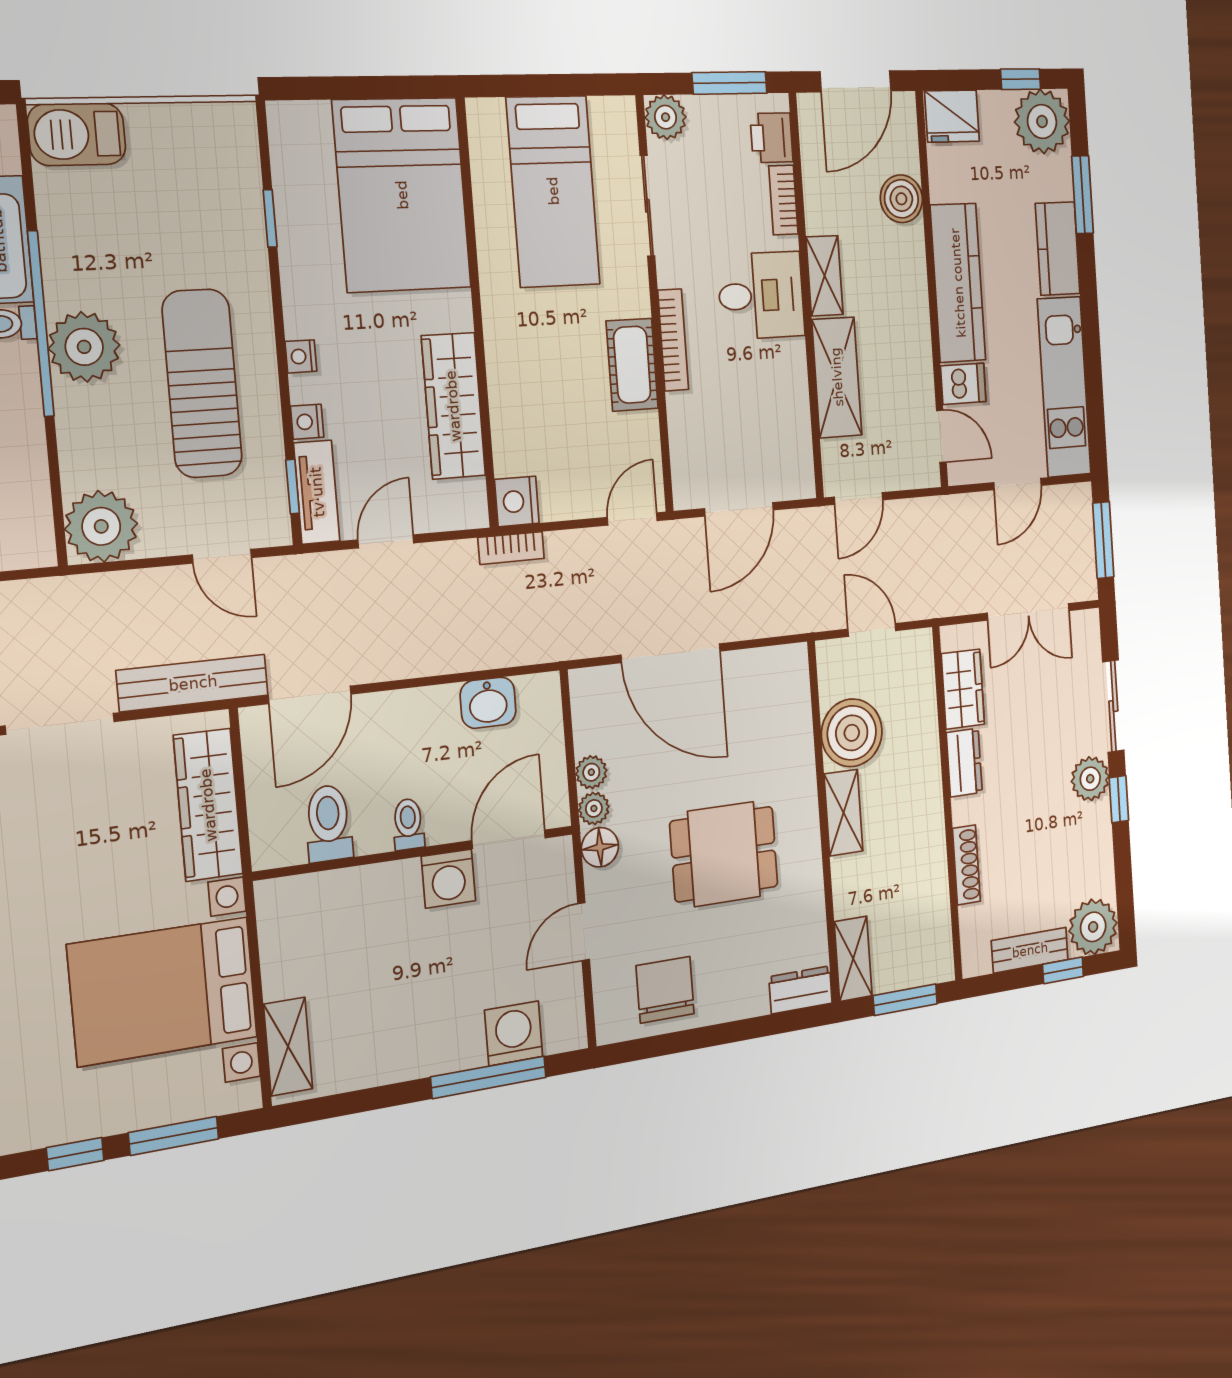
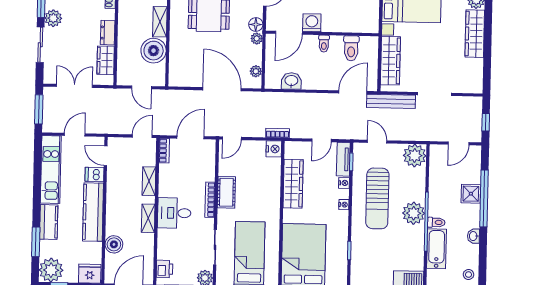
bookcase: (783, 200) -> (164, 151), moved
shelving: (837, 377) -> (149, 181), width x0.67, depth x0.75
plant: (591, 772) -> (256, 71), moved

